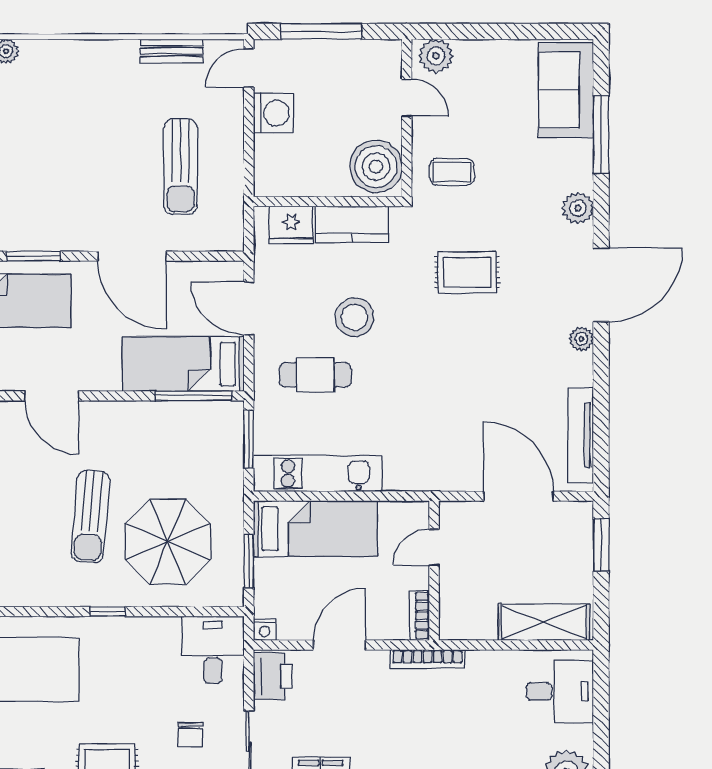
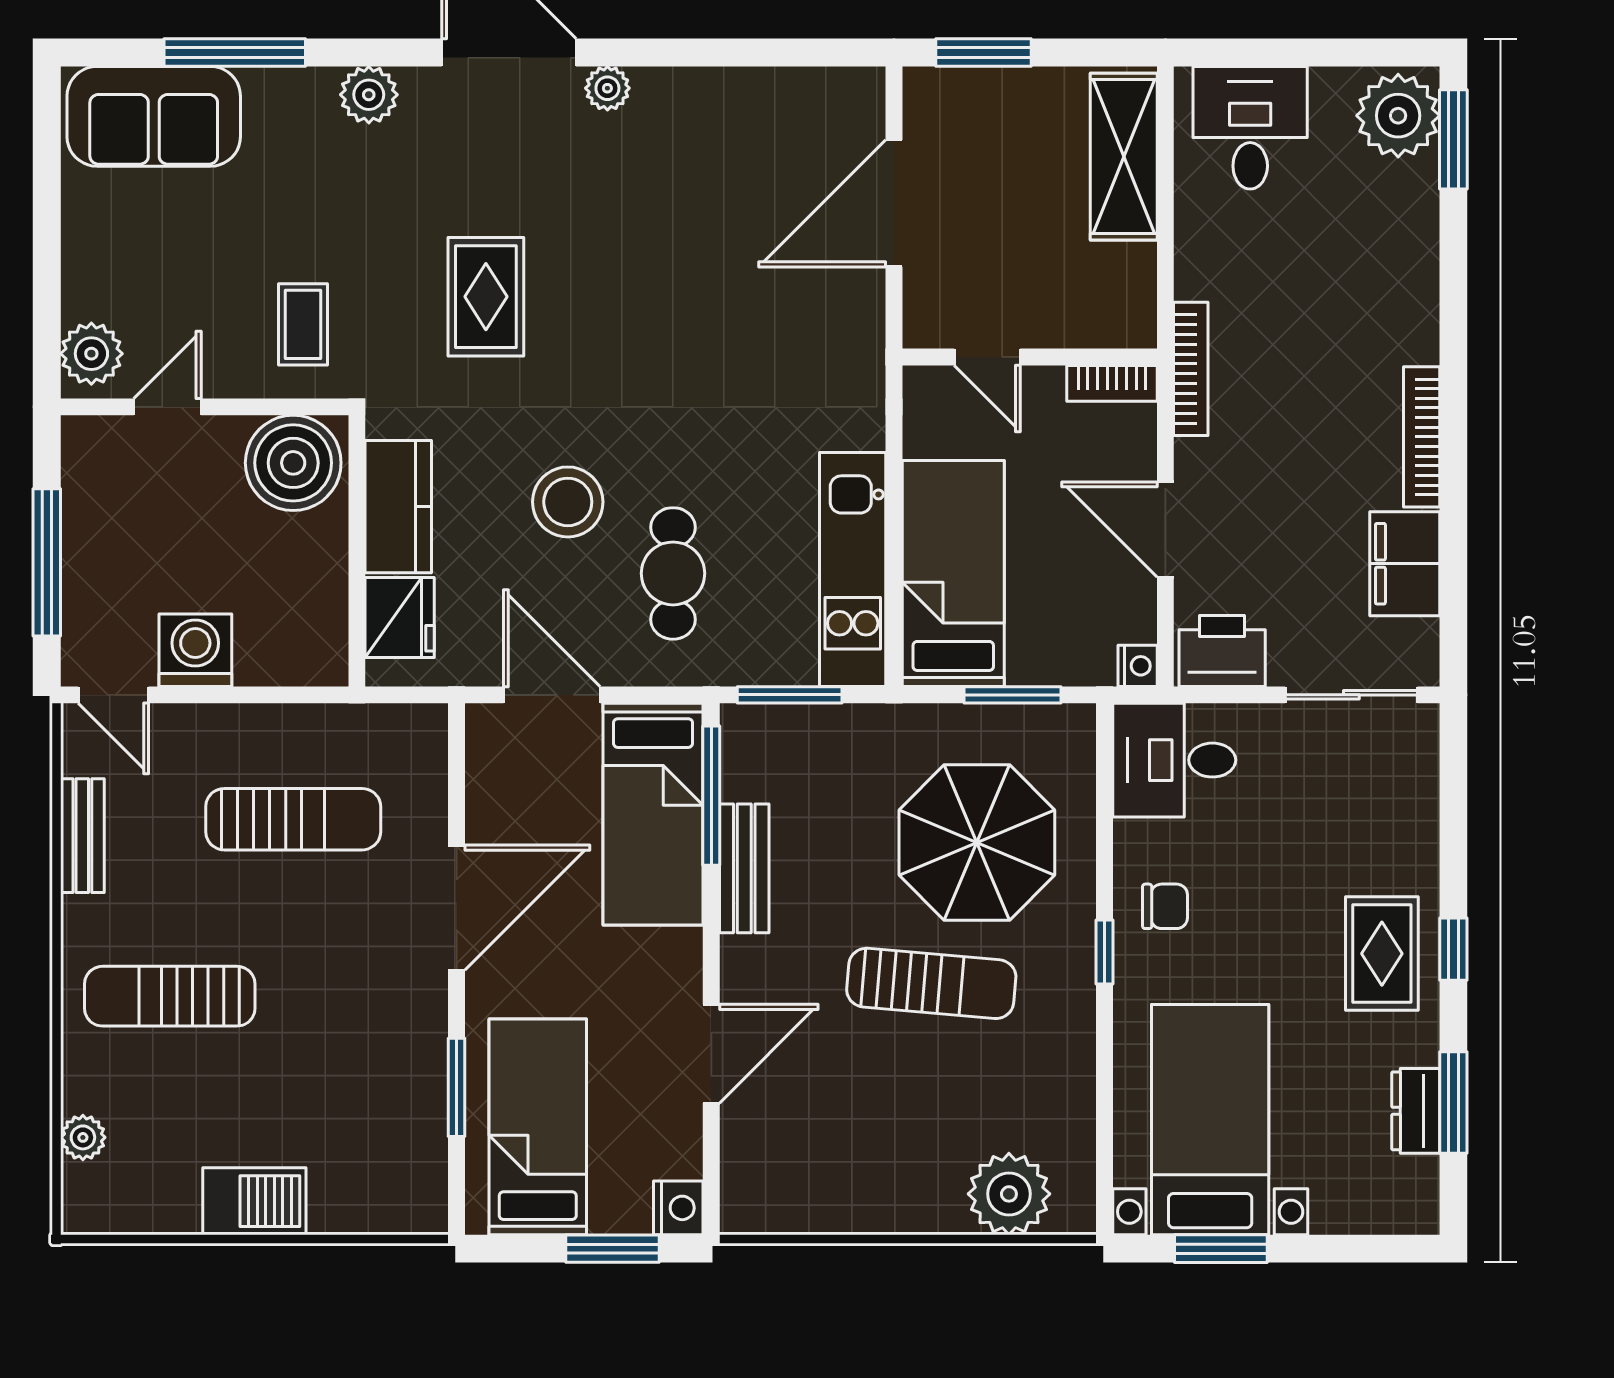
sun lounger: (83, 99) -> (170, 996), added
door: (249, 308) -> (552, 695), swing flipped
bench: (154, 414) -> (744, 868), added
tv unit: (581, 435) -> (783, 90), removed
chair: (191, 735) -> (1165, 906), moved

